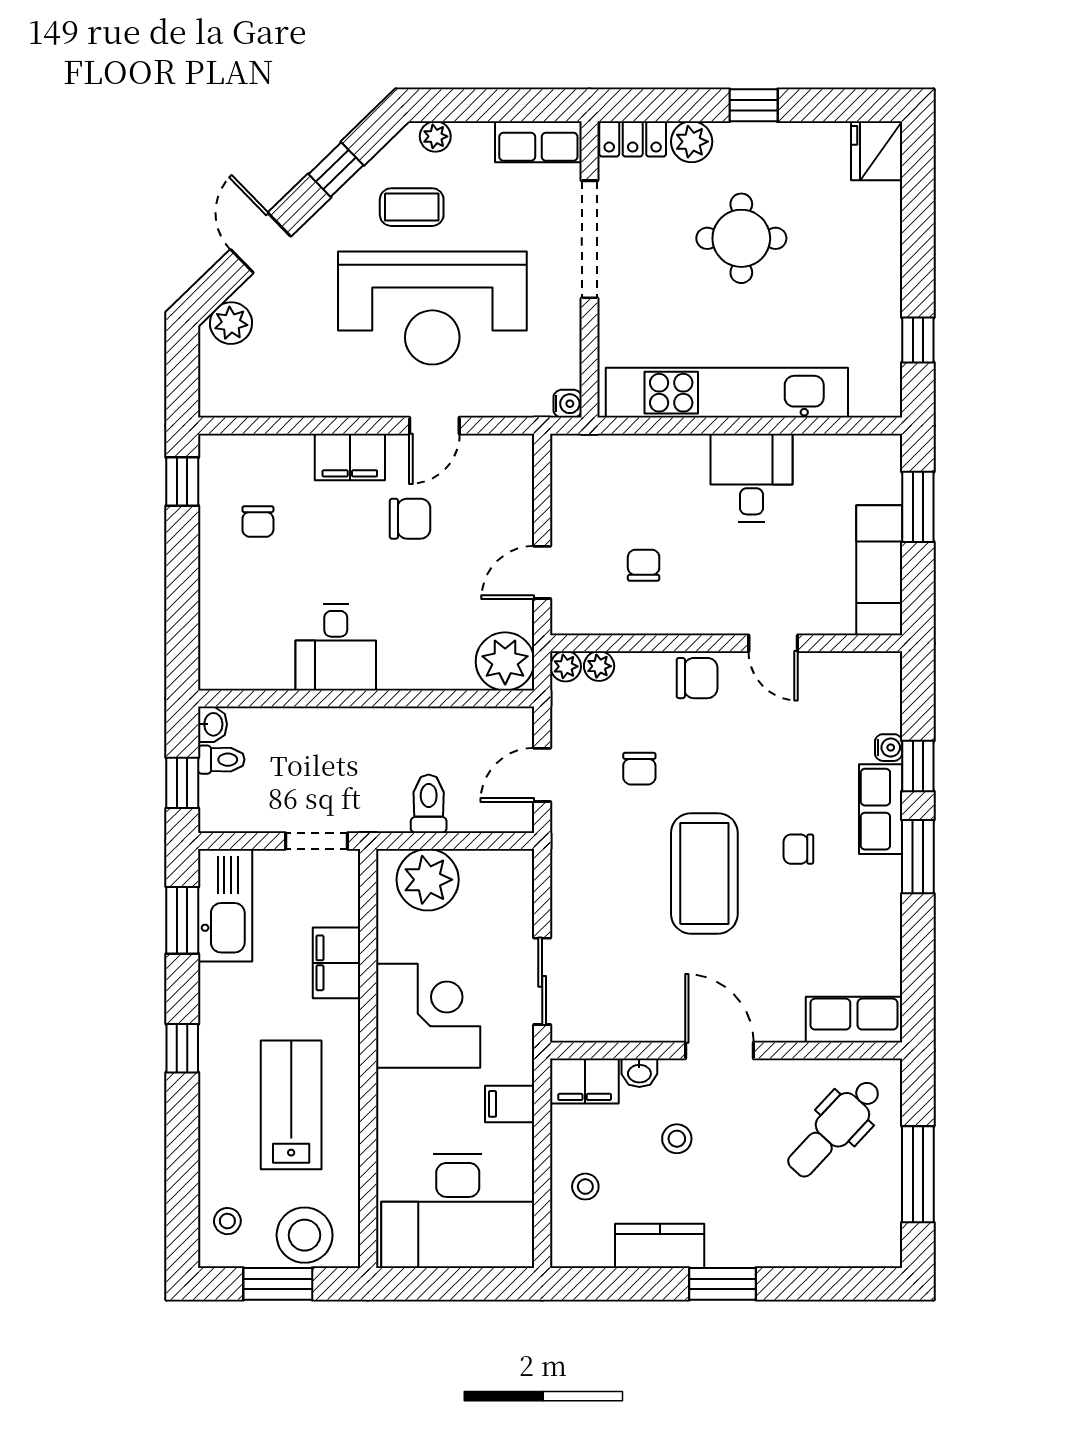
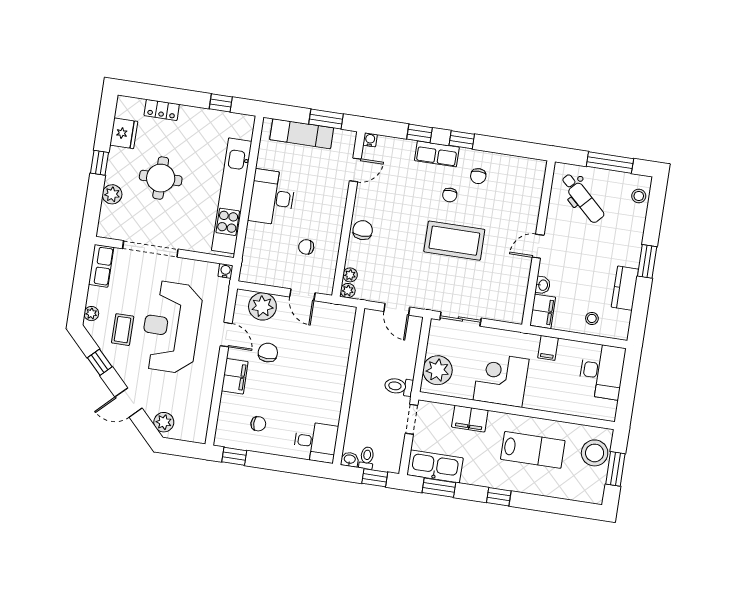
locker: (633, 139) -> (162, 110), moved, turned 90
fridge: (877, 151) -> (124, 133), moved, turned -90
reception desk: (432, 308) -> (171, 327), turned 180
desk: (751, 478) -> (272, 197), width x1.37
window: (918, 507) -> (326, 119), moved
exam couch: (879, 570) -> (302, 134), moved
door: (773, 643) -> (355, 170), moved
desk: (336, 647) -> (316, 442), moved
plant: (505, 661) -> (262, 306), moved
water cooler: (889, 748) -> (370, 140), moved
chair: (639, 769) -> (478, 176), moved, turned 90
toilet: (429, 804) -> (399, 386), moved
window: (918, 857) -> (462, 140), width x0.67
sliding door: (542, 981) -> (460, 319), moved
row of seats: (854, 1020) -> (533, 181), removed
door: (719, 1051) -> (538, 246), width x0.73
lab bench: (291, 1105) -> (533, 450), turned 180
stool: (677, 1139) -> (639, 196), moved
desk: (458, 1211) -> (602, 371), width x0.73, depth x0.77
stool: (227, 1221) -> (582, 488), removed

